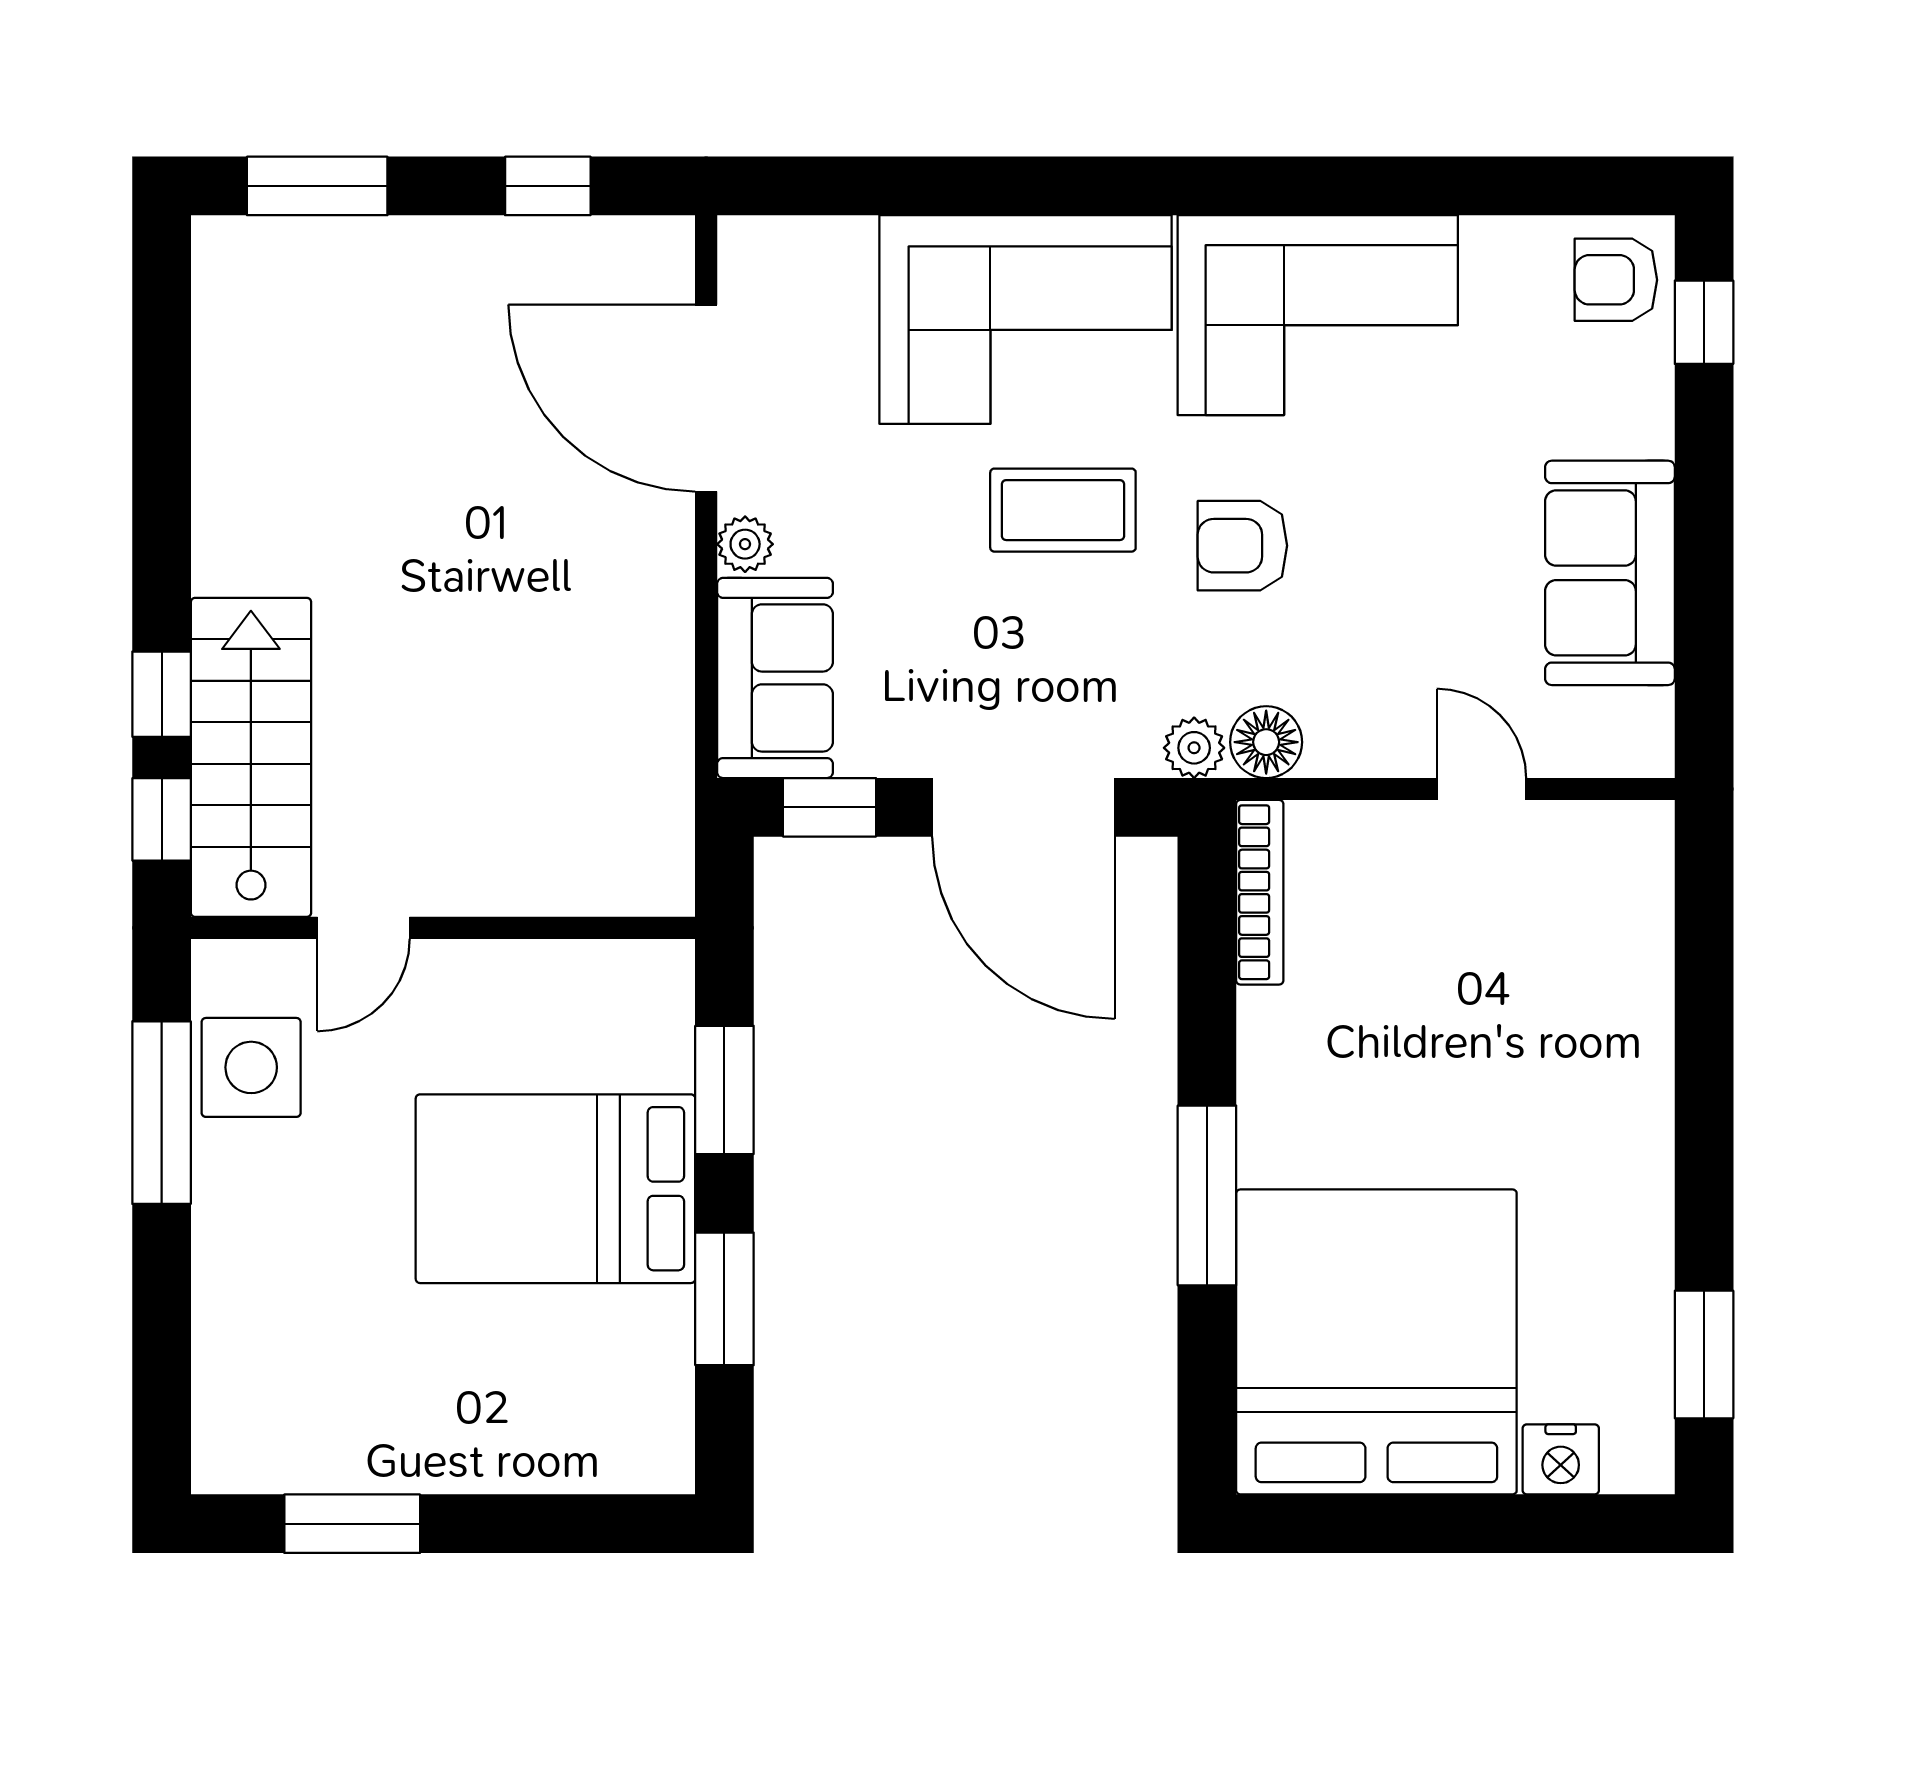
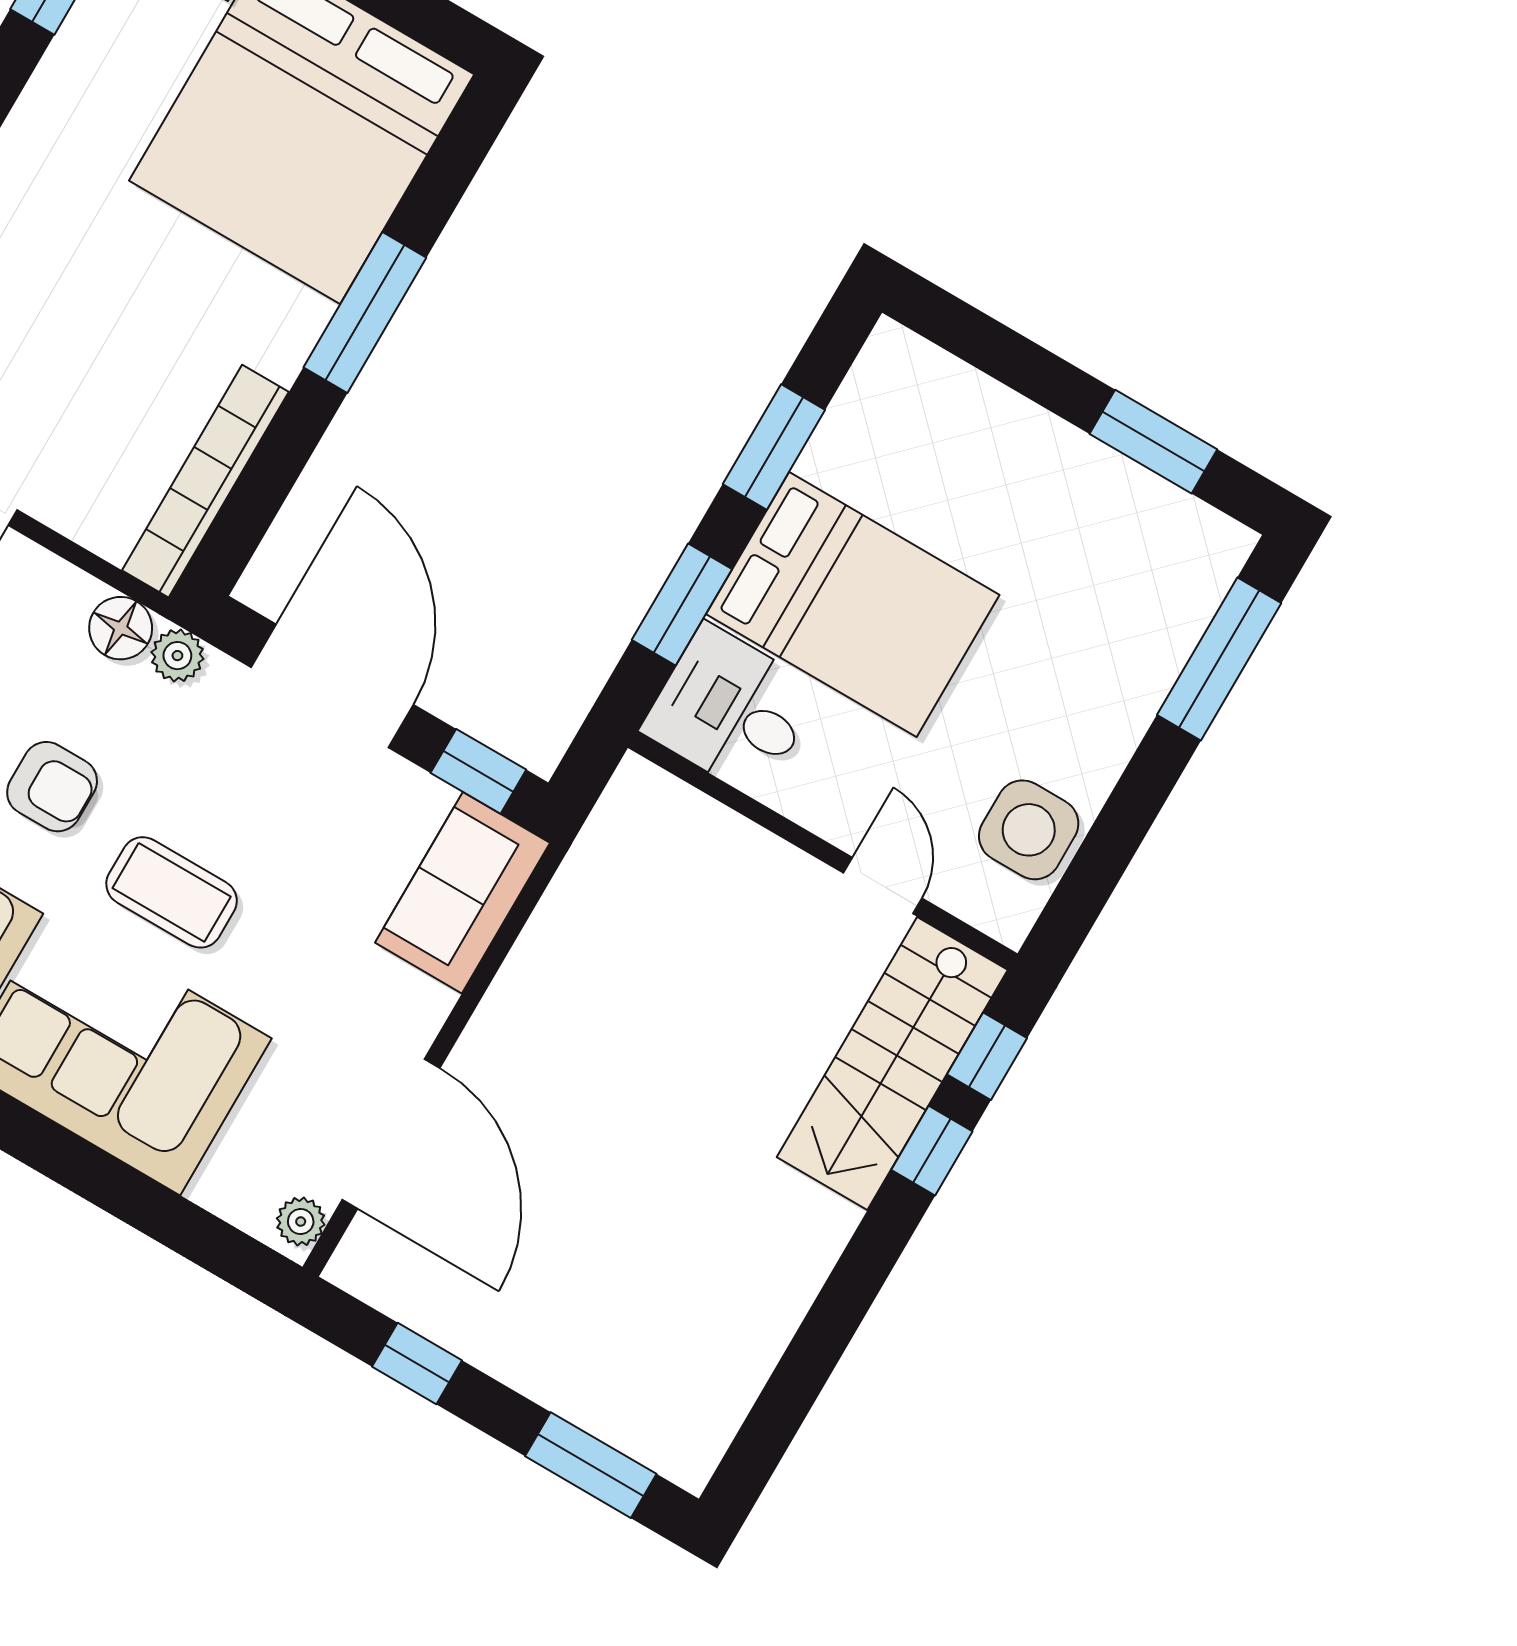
plant: (745, 544) -> (301, 1221), moved
bookcase: (1260, 892) -> (205, 481), width x1.48, depth x1.31
door: (363, 928) -> (883, 886), hinge flipped
desk: (615, 1014) -> (731, 710), added
window: (162, 1113) -> (1219, 659), moved

